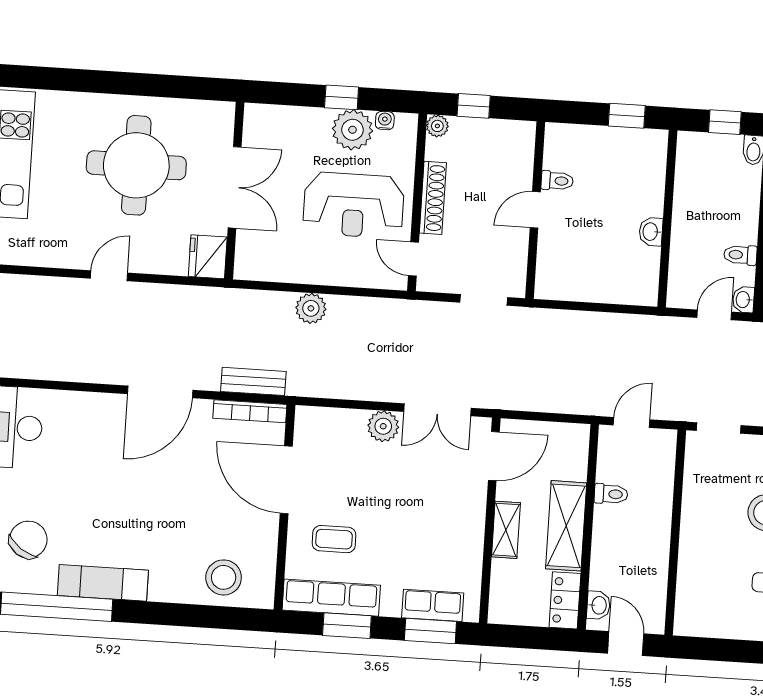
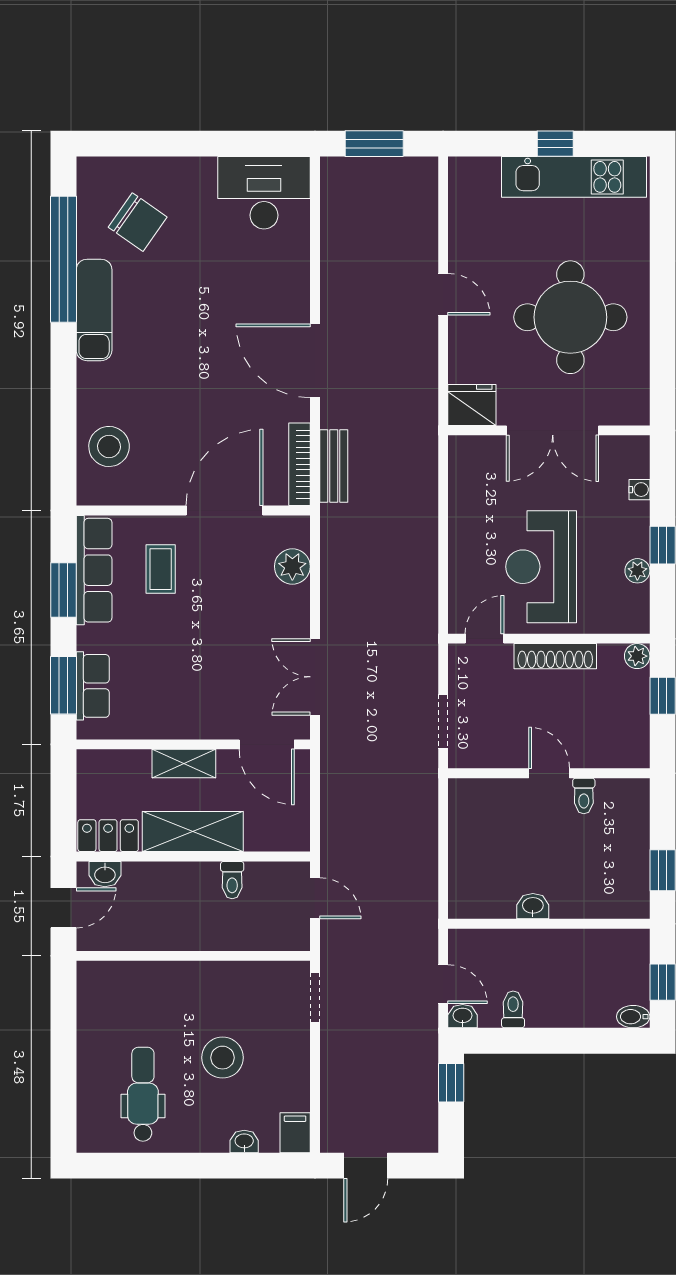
water cooler: (385, 121) -> (639, 490), moved
plant: (352, 130) -> (637, 571), width x0.53, depth x0.53
plant: (311, 308) -> (421, 526), removed
plant: (383, 426) -> (292, 566), moved

